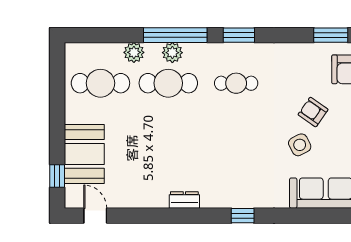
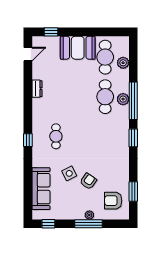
plant: (134, 52) -> (123, 63), moved
cafe table: (236, 83) -> (56, 136), moved
booth: (84, 154) -> (78, 48), moved
dresser: (184, 200) -> (37, 89), moved

